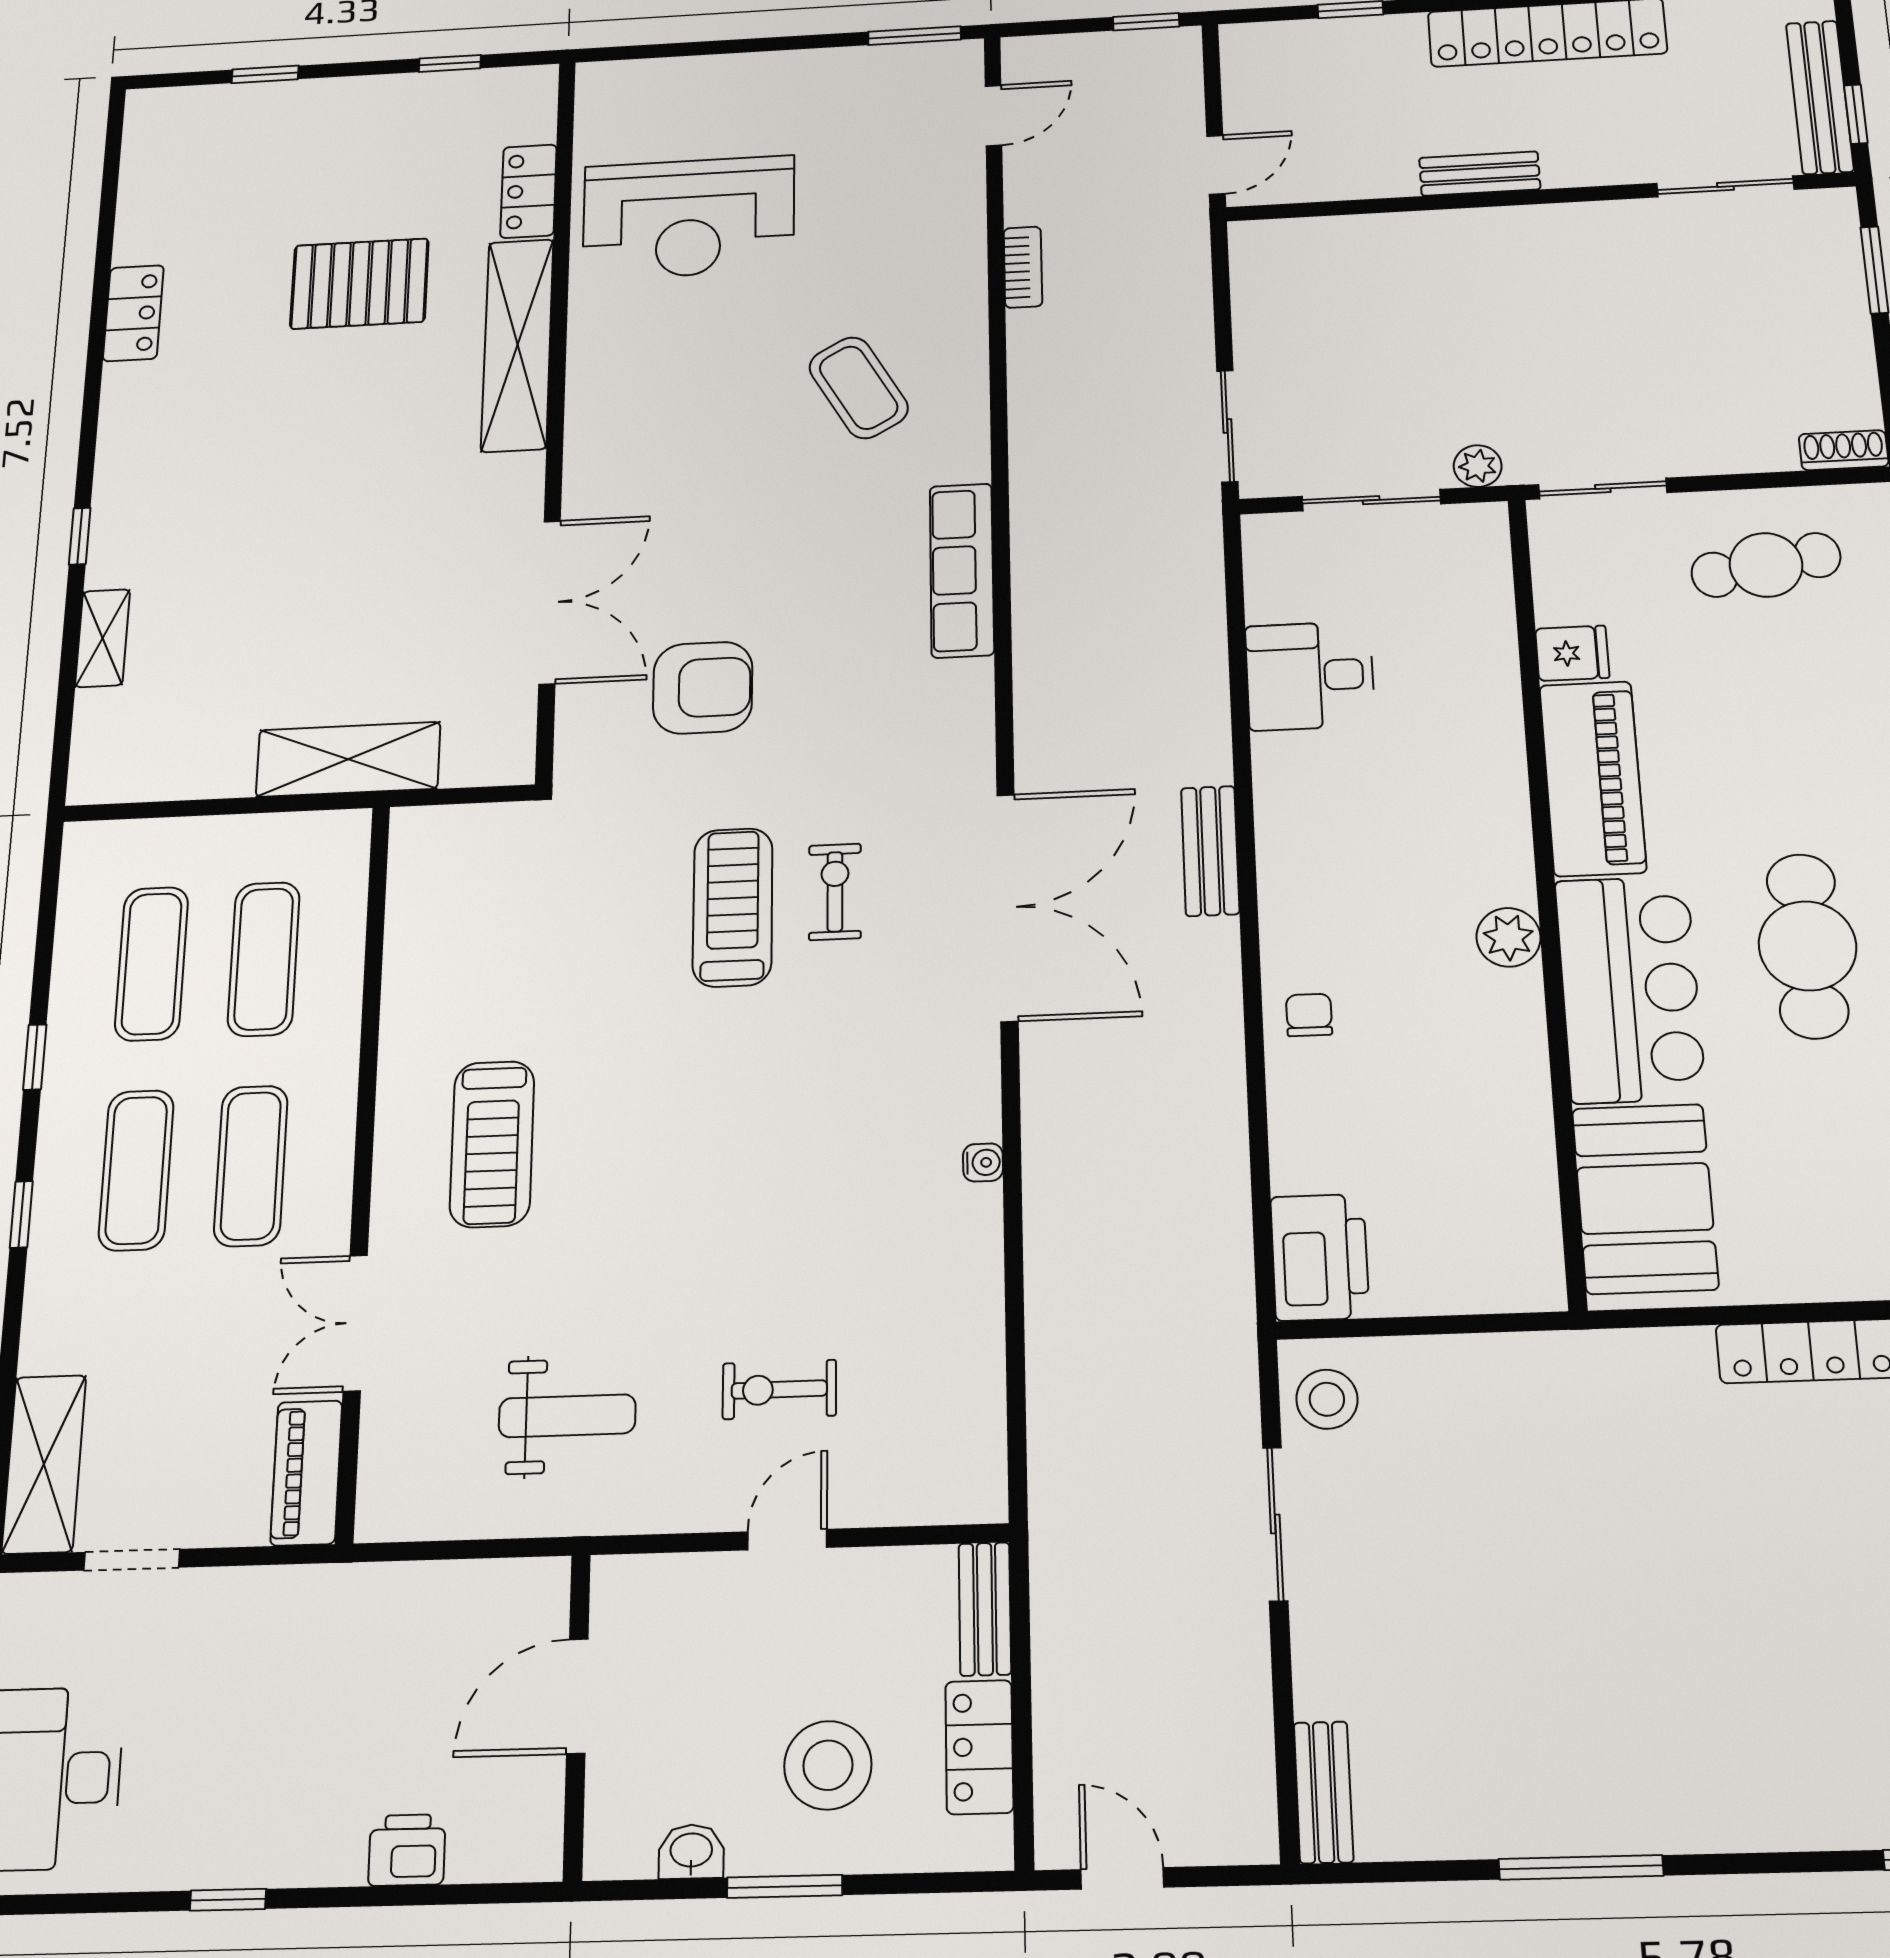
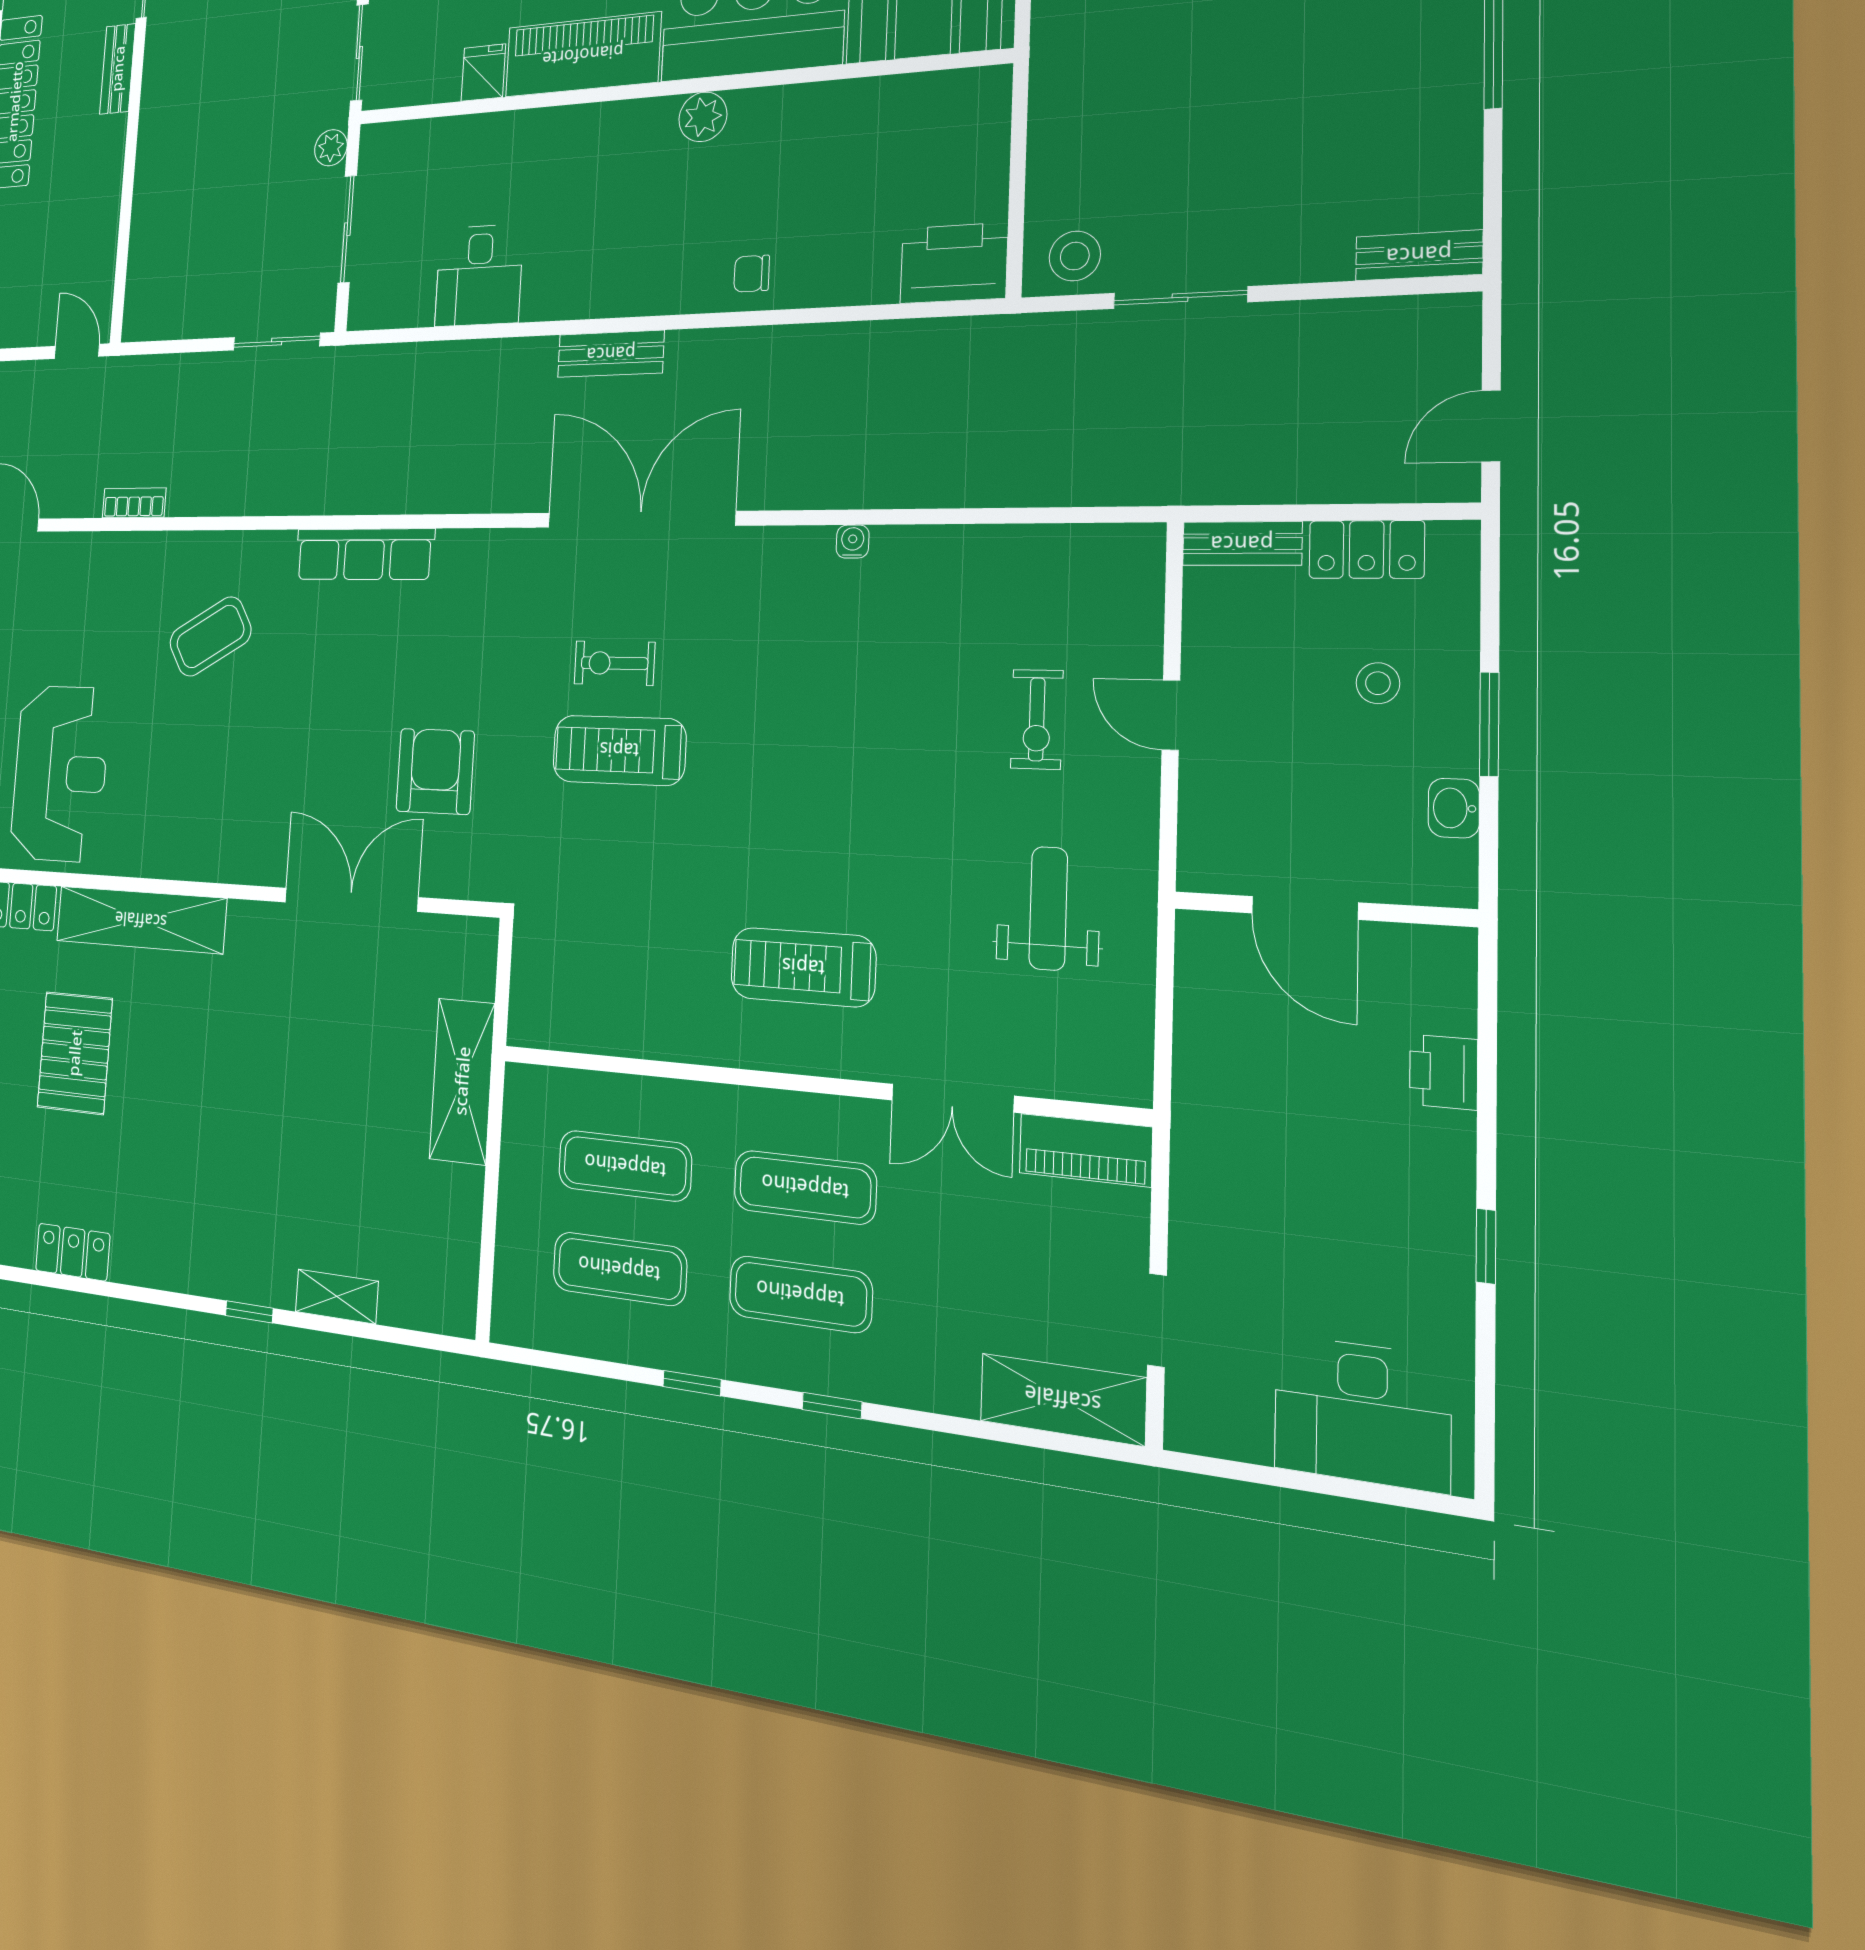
bench: (1480, 174) -> (118, 69), moved
treadmill: (492, 1144) -> (803, 967), turned 180
stool: (828, 1765) -> (1378, 683), width x0.53, depth x0.53

